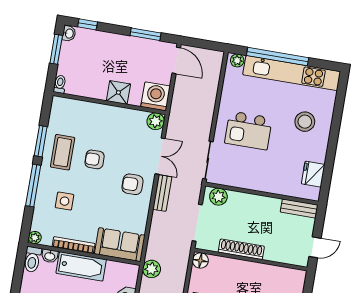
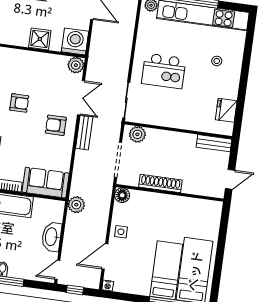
stool: (305, 122) -> (217, 61), width x0.53, depth x0.53
armchair: (95, 159) -> (19, 103), turned 180

